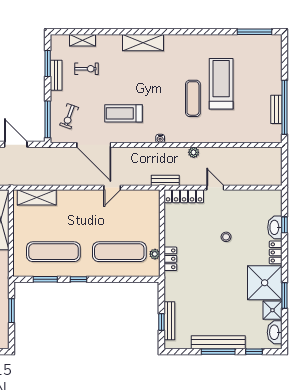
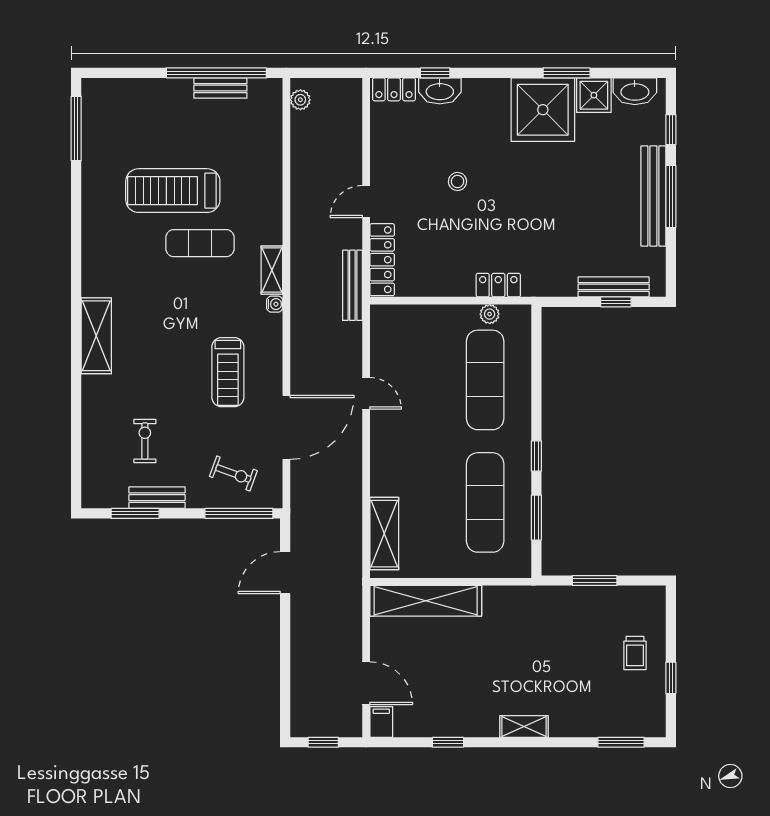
shelving: (82, 40) -> (272, 270), moved
plant: (194, 152) -> (300, 100), moved
bench: (165, 180) -> (352, 285), width x1.36
locker: (276, 252) -> (394, 89), moved

